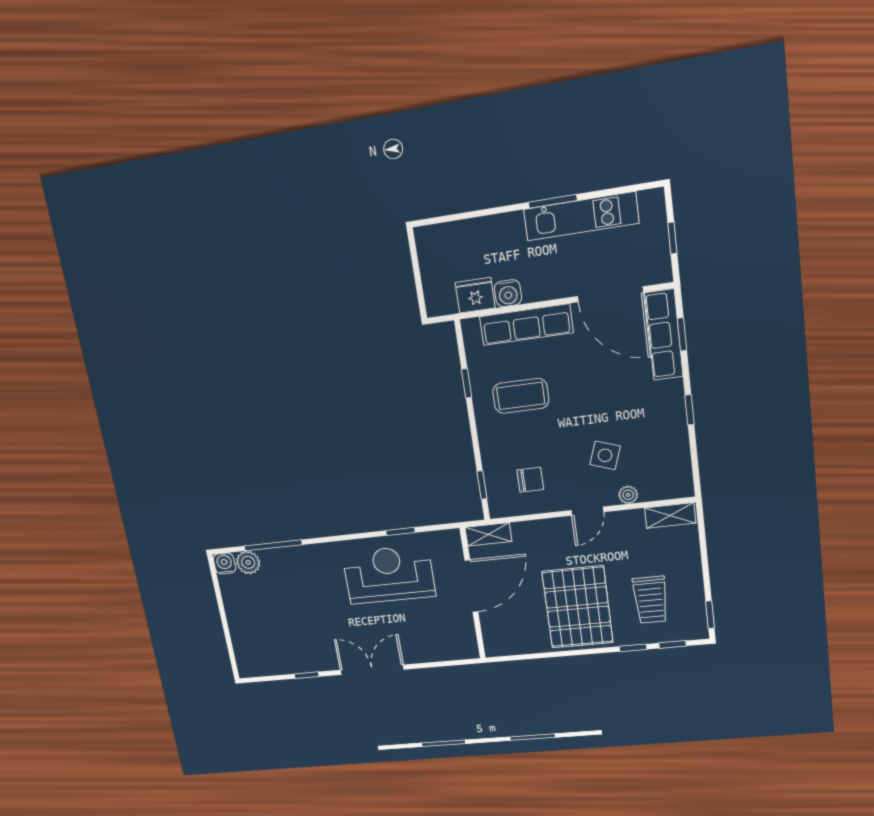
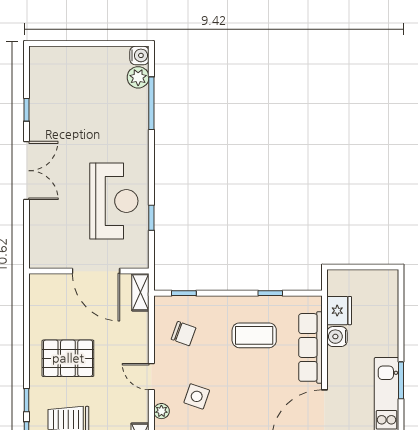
coffee table: (521, 396) -> (254, 335), turned 90
chair: (530, 480) -> (184, 334), turned -70
pallet: (578, 607) -> (68, 358), width x0.73, depth x0.71

